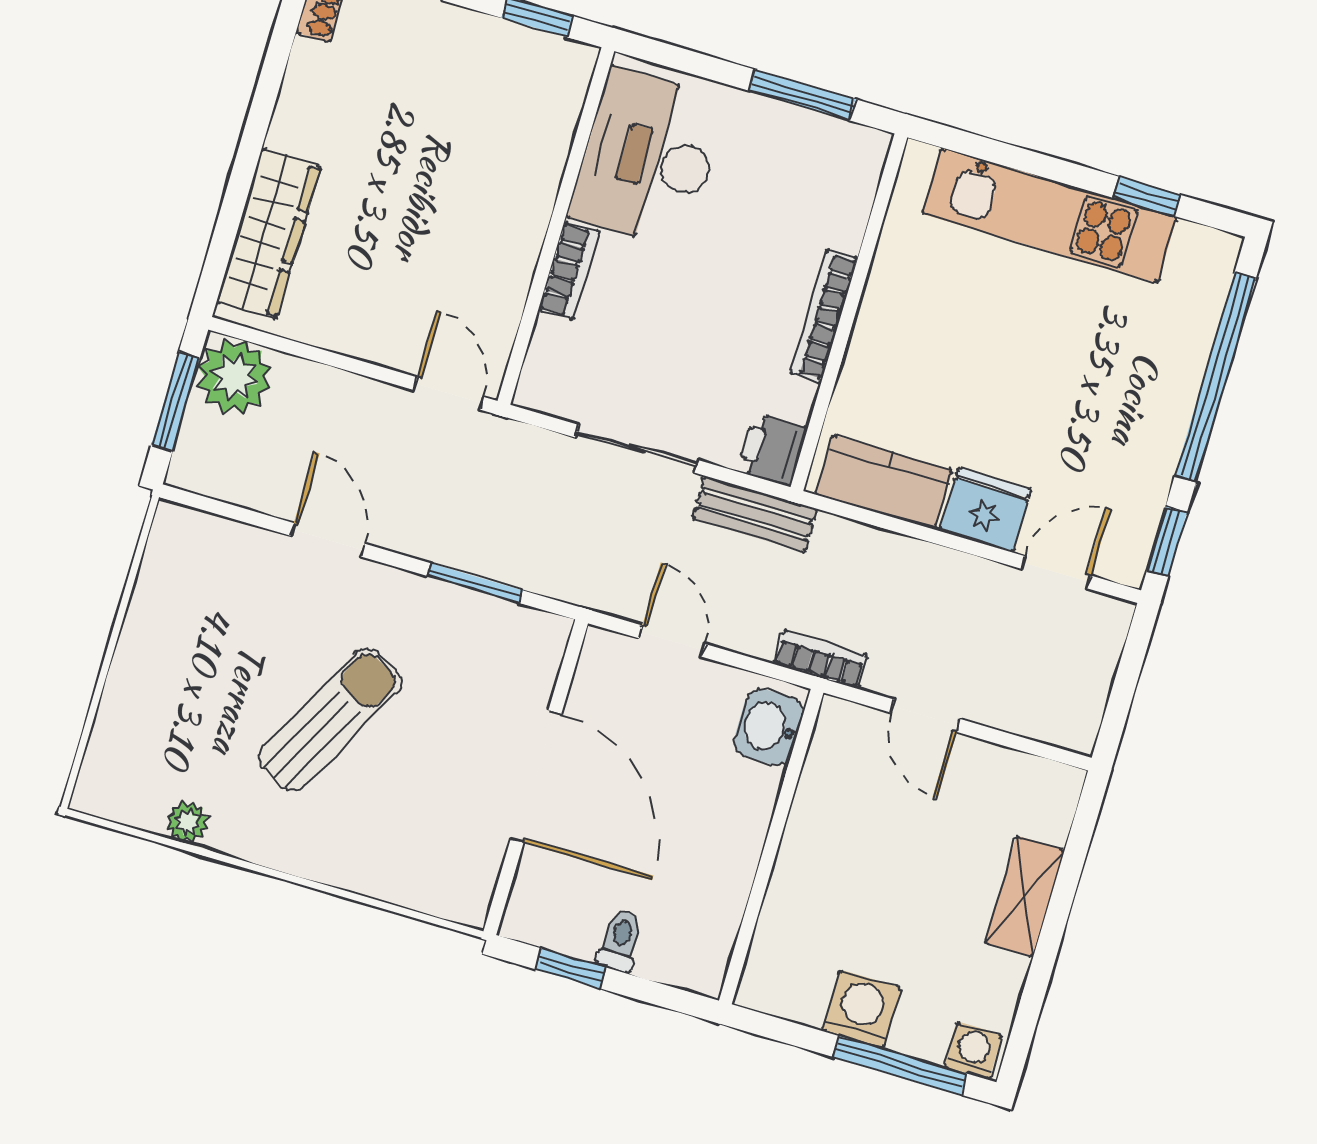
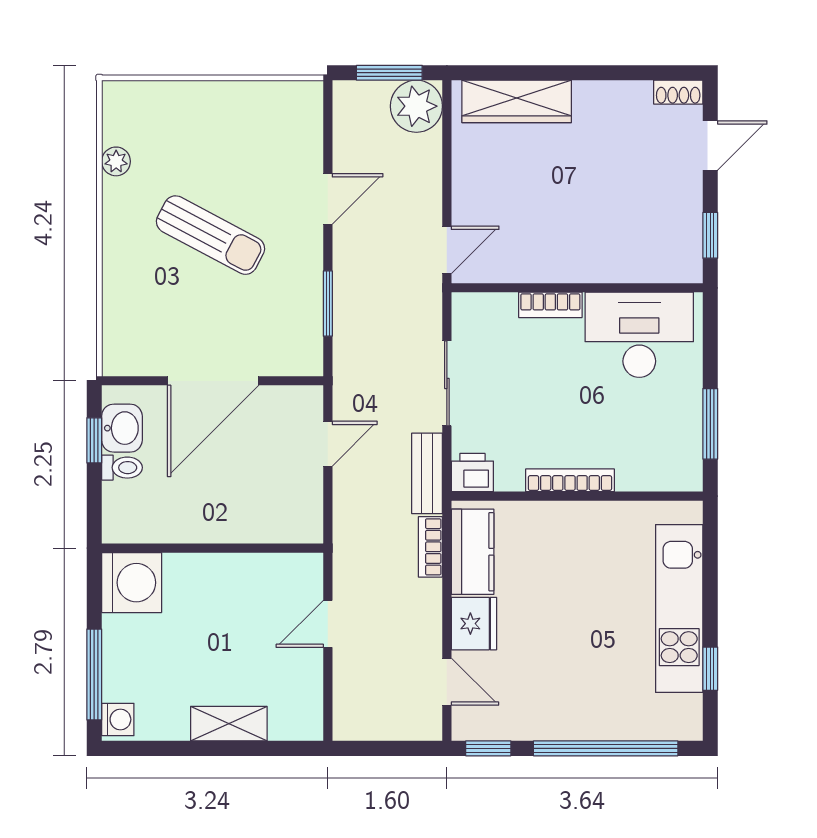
bookcase: (820, 660) -> (430, 547), moved, turned 180
washbasin: (769, 727) -> (122, 428), moved, turned 90
washing machine: (862, 1009) -> (132, 583), moved, width x1.37, depth x1.37

